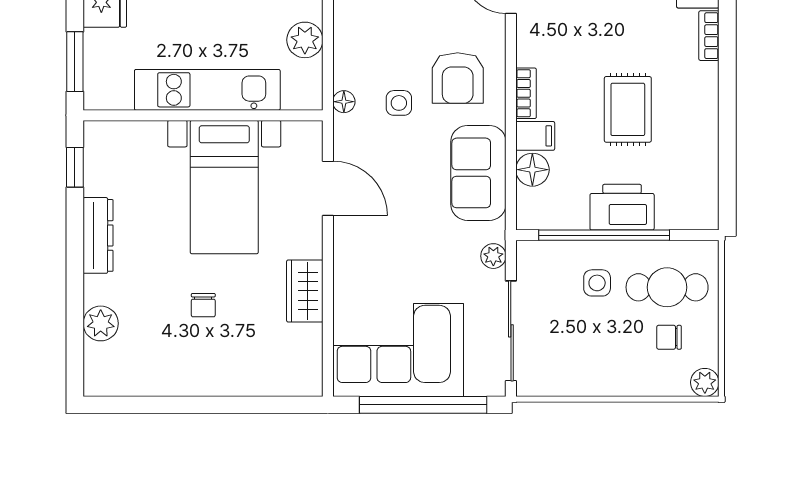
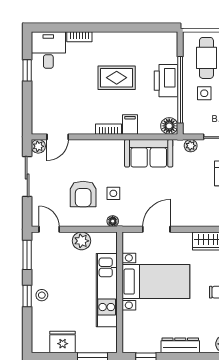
armchair: (458, 78) -> (83, 194), moved, turned 90
floor lamp: (532, 170) -> (169, 126), moved

